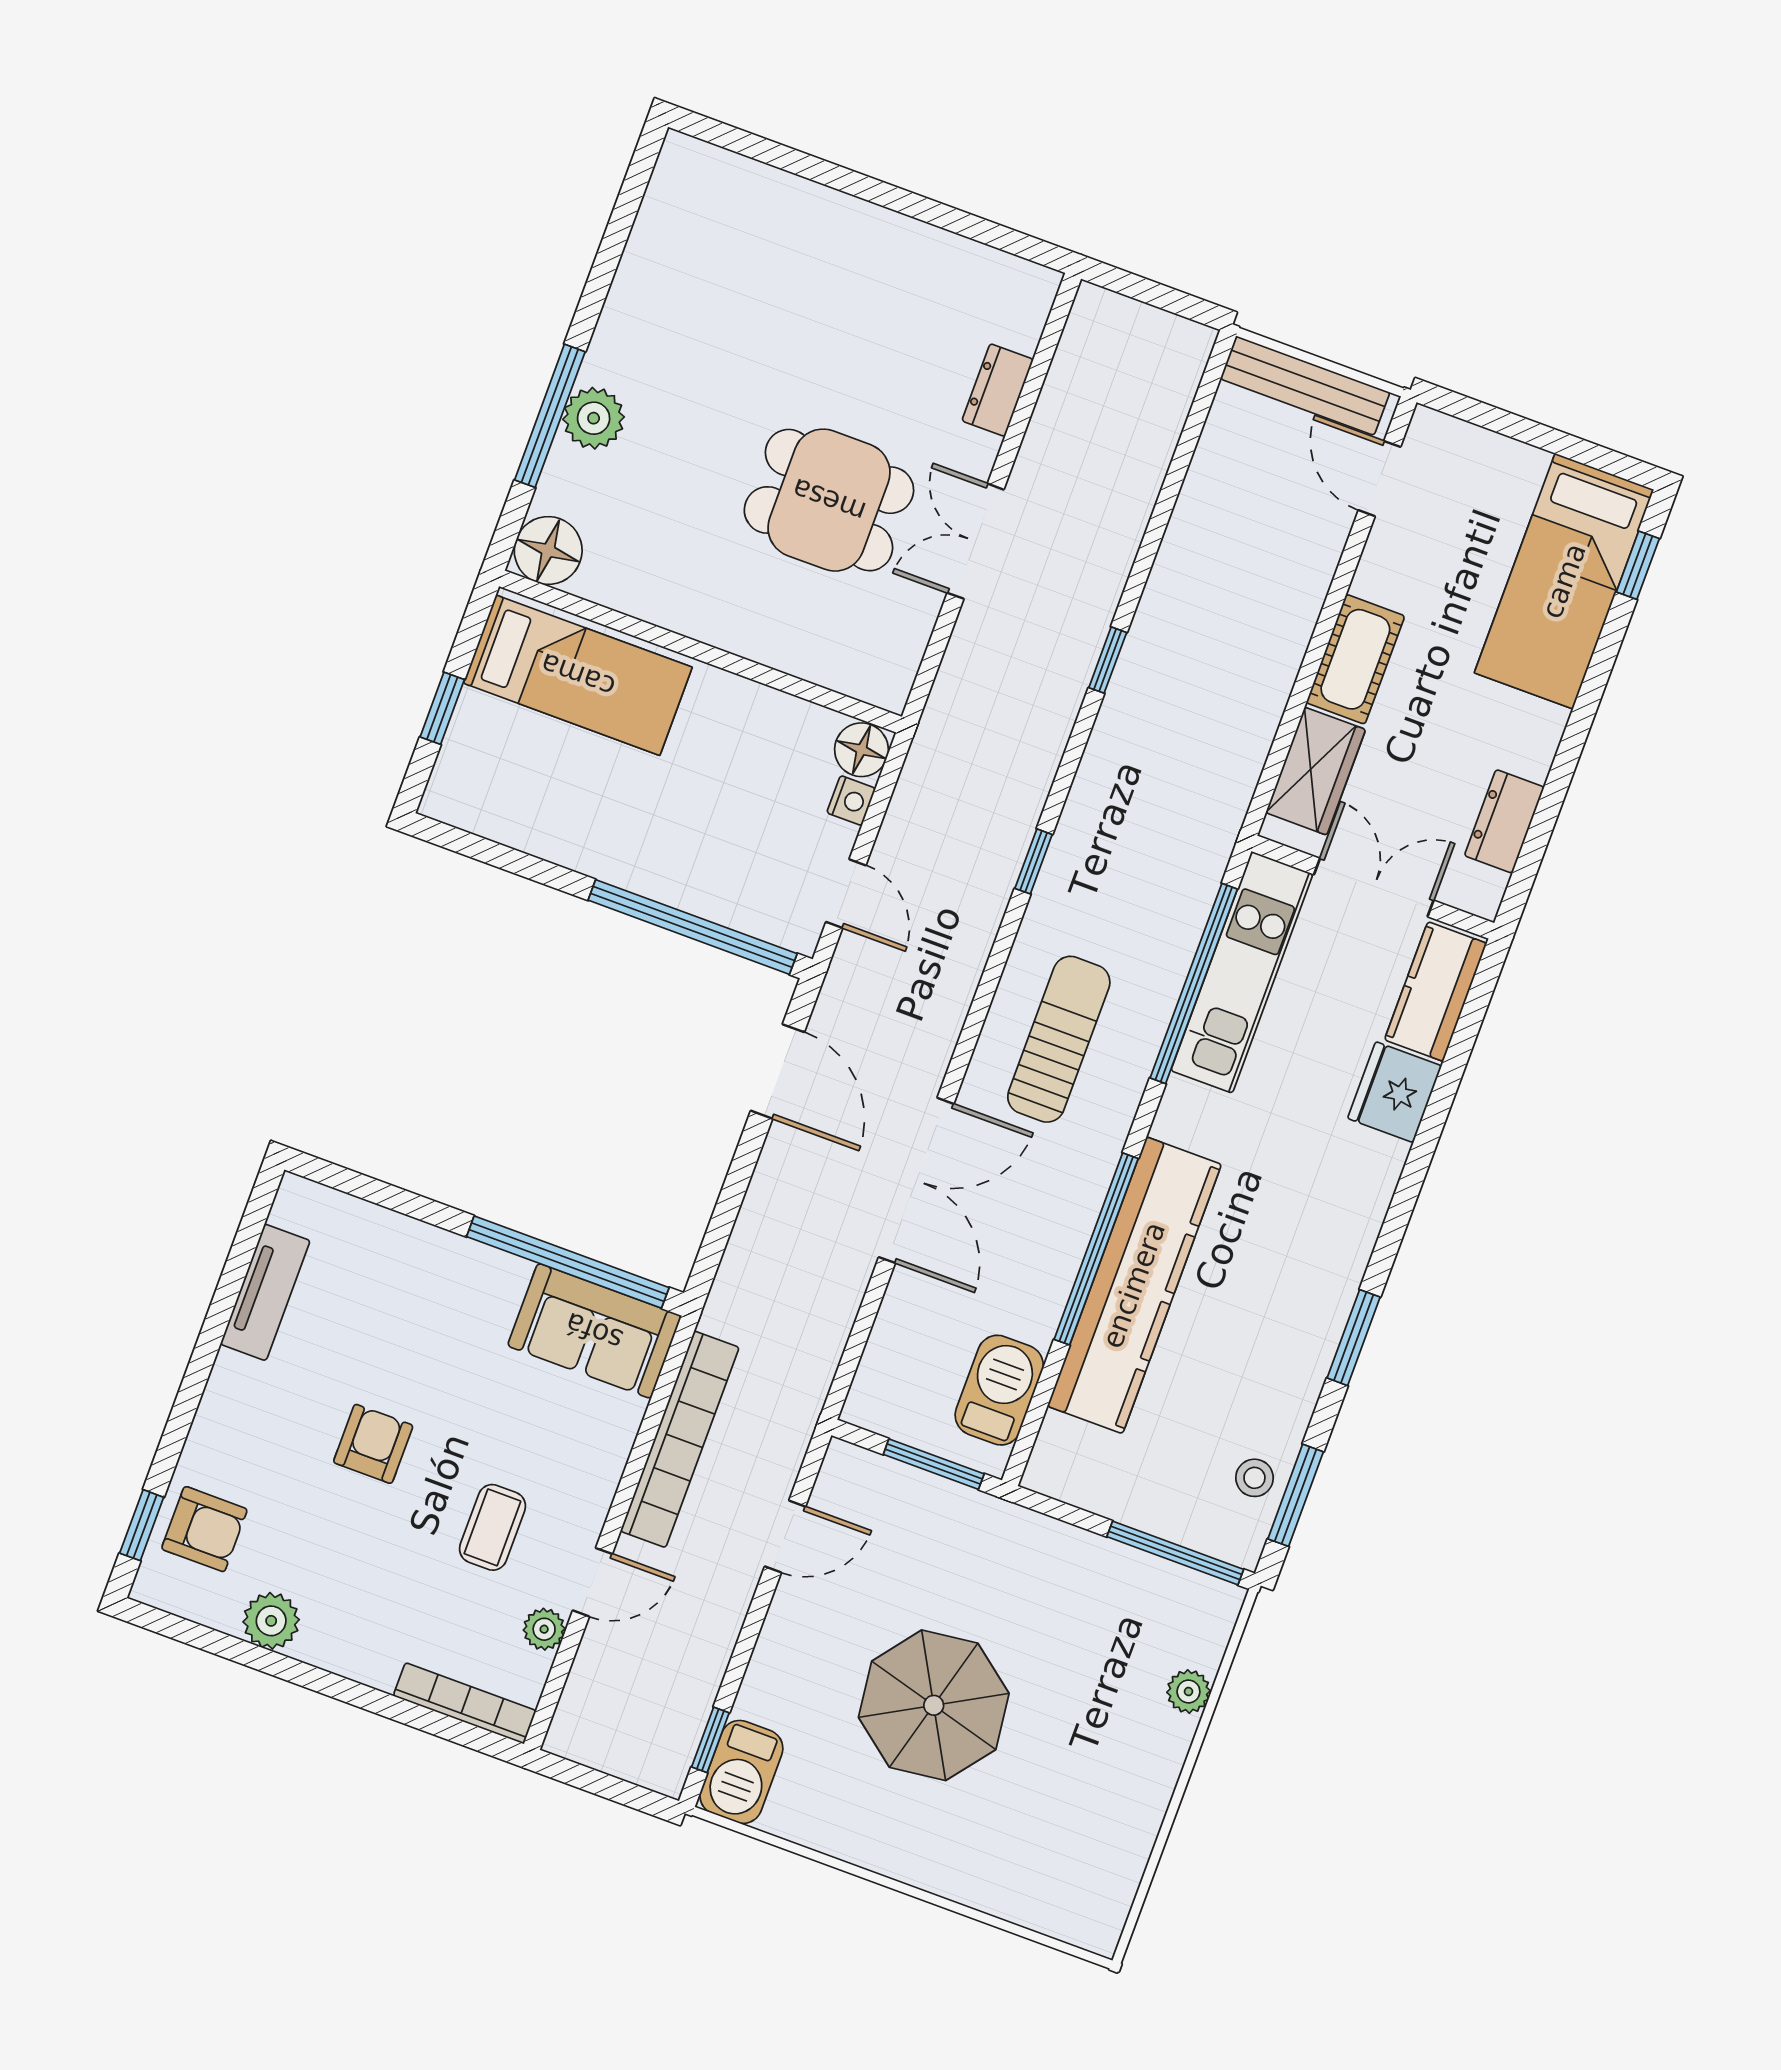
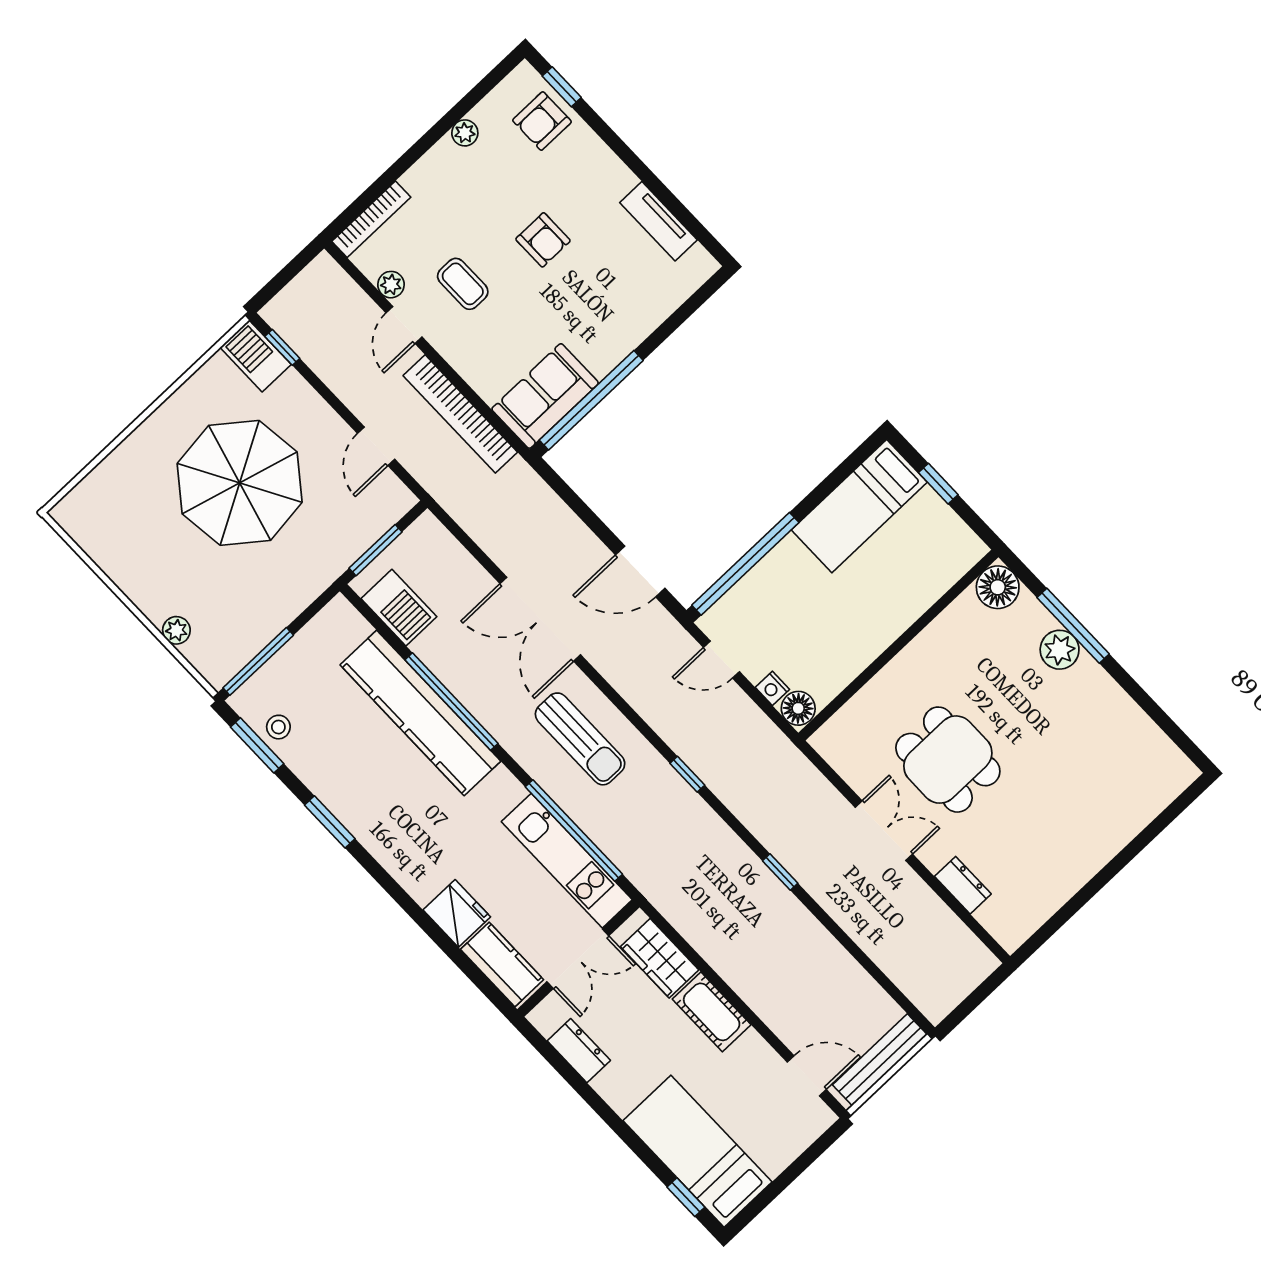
dining table: (829, 500) -> (948, 760), turned 90
bed: (578, 675) -> (859, 506), moved
plant: (271, 1621) -> (465, 133), width x0.73, depth x0.73
parasol: (934, 1705) -> (240, 483), width x1.36, depth x1.36

